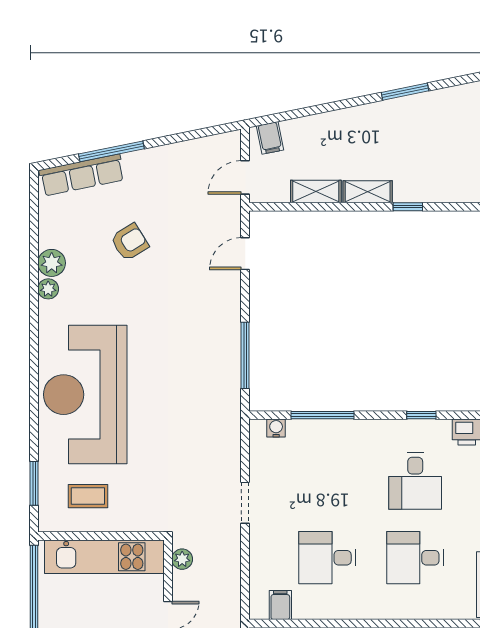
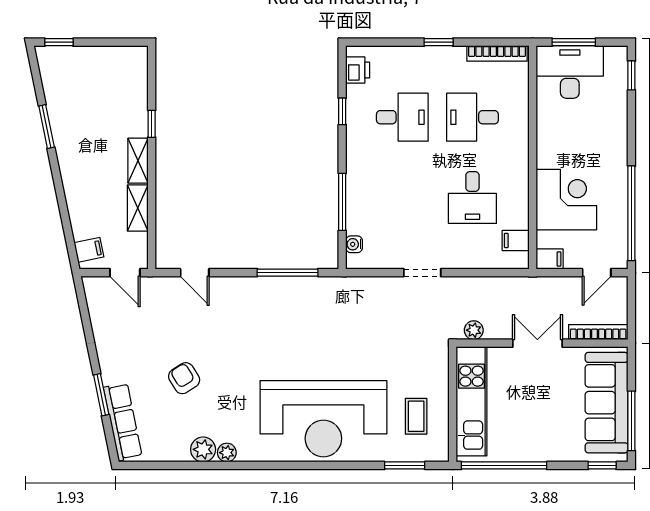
window: (111, 151) -> (101, 395), width x0.69
desk: (415, 558) -> (472, 117), turned 90

